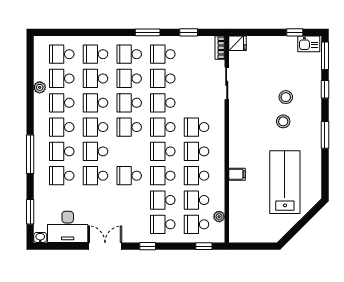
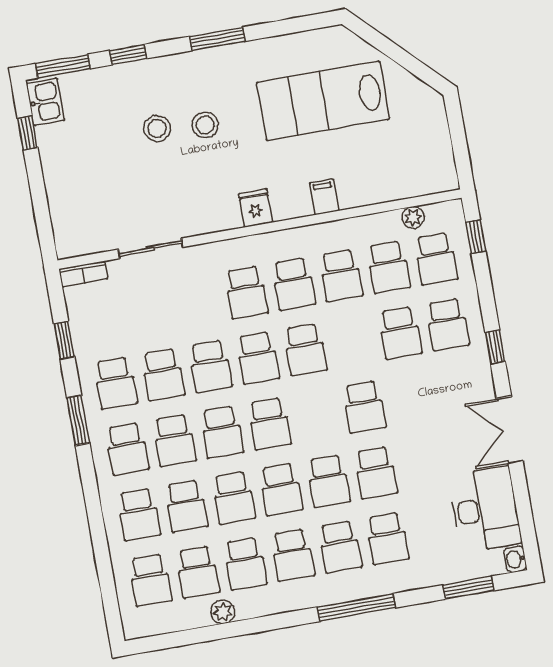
fridge: (238, 43) -> (256, 208), moved
school desk: (163, 176) -> (353, 341), removed

